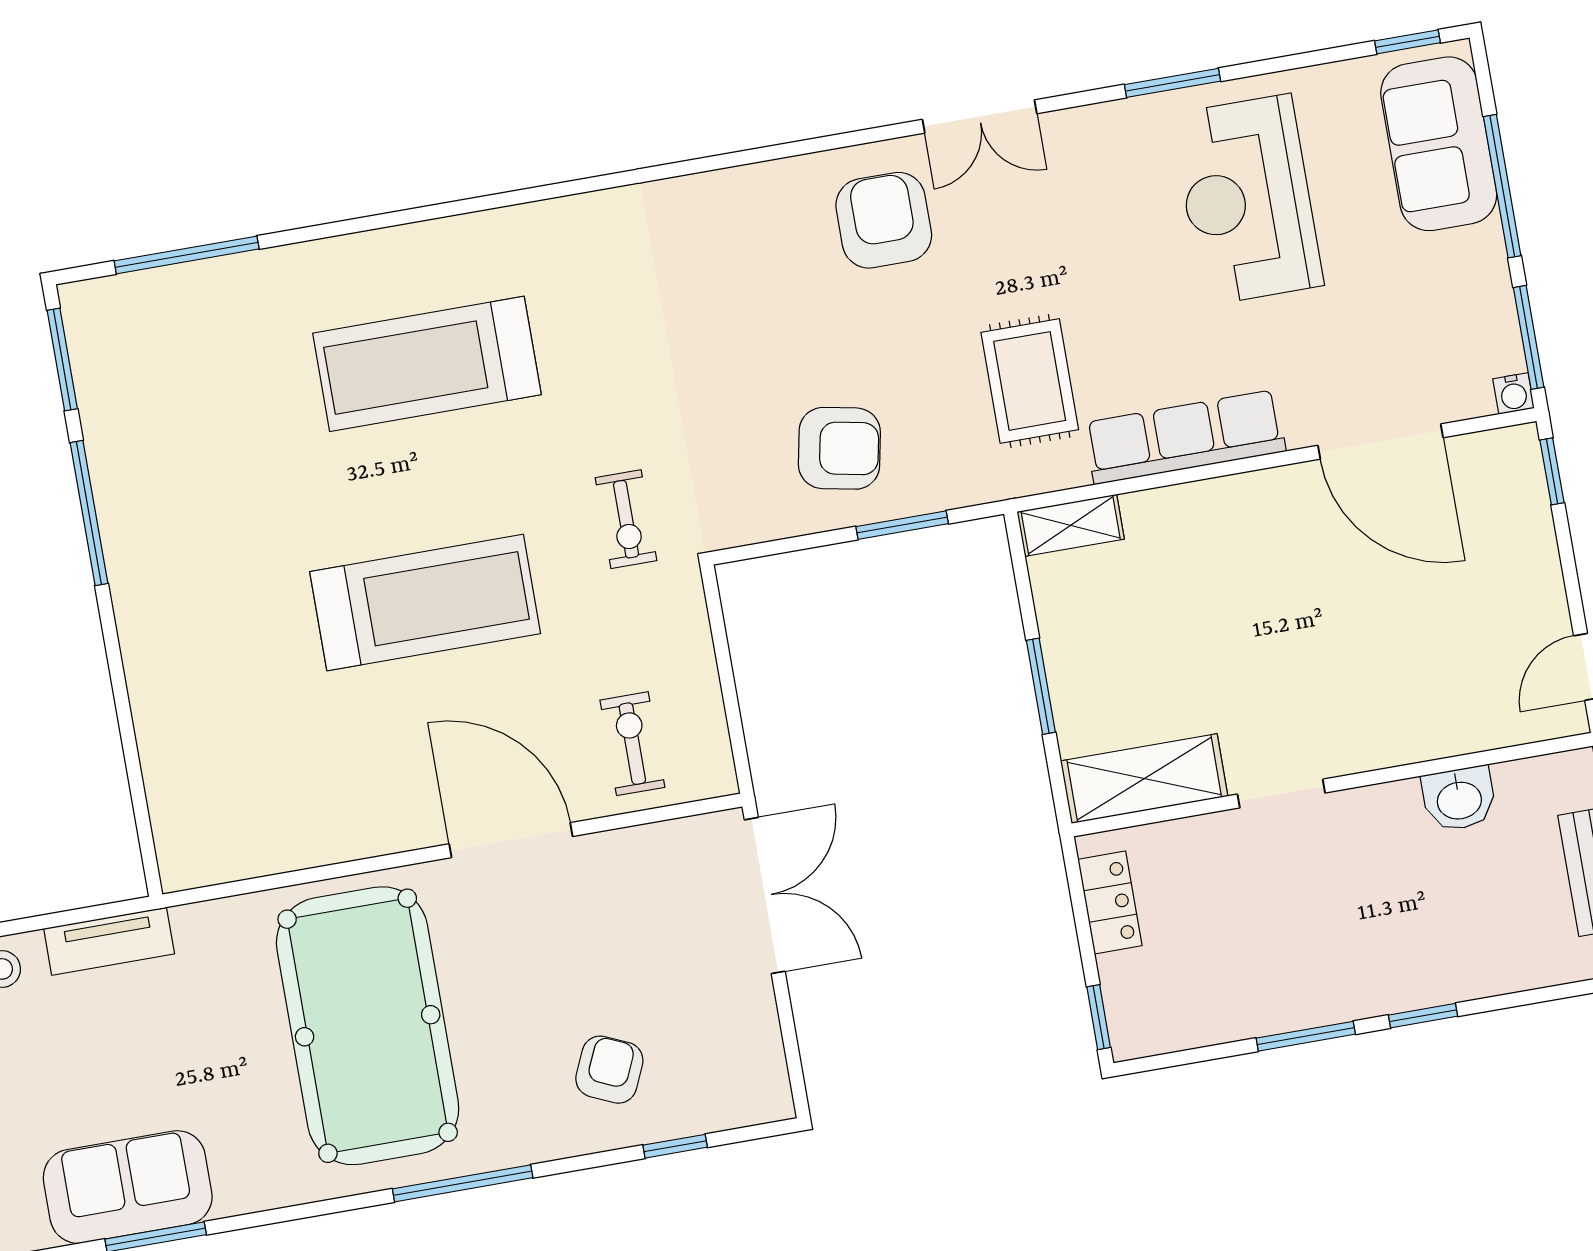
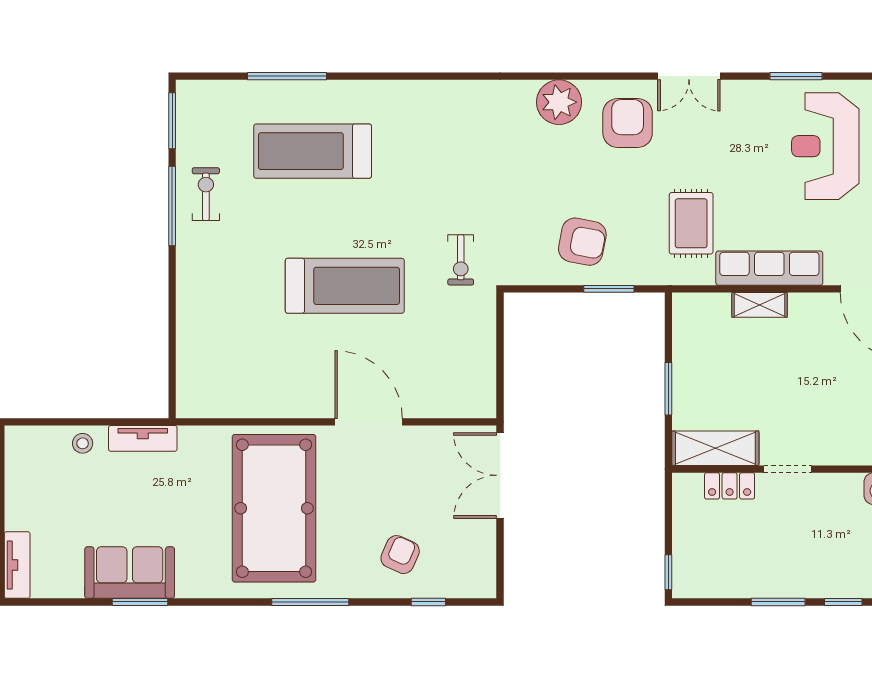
plant: (754, 204) -> (559, 102), added
window: (187, 255) -> (287, 76), moved
treadmill: (427, 364) -> (313, 151), moved
shelving: (1071, 525) -> (760, 305), moved
exercise bike: (632, 744) -> (206, 194), moved
double door: (765, 896) -> (500, 475), swing flipped
locker: (1110, 903) -> (730, 486), moved, turned 90

